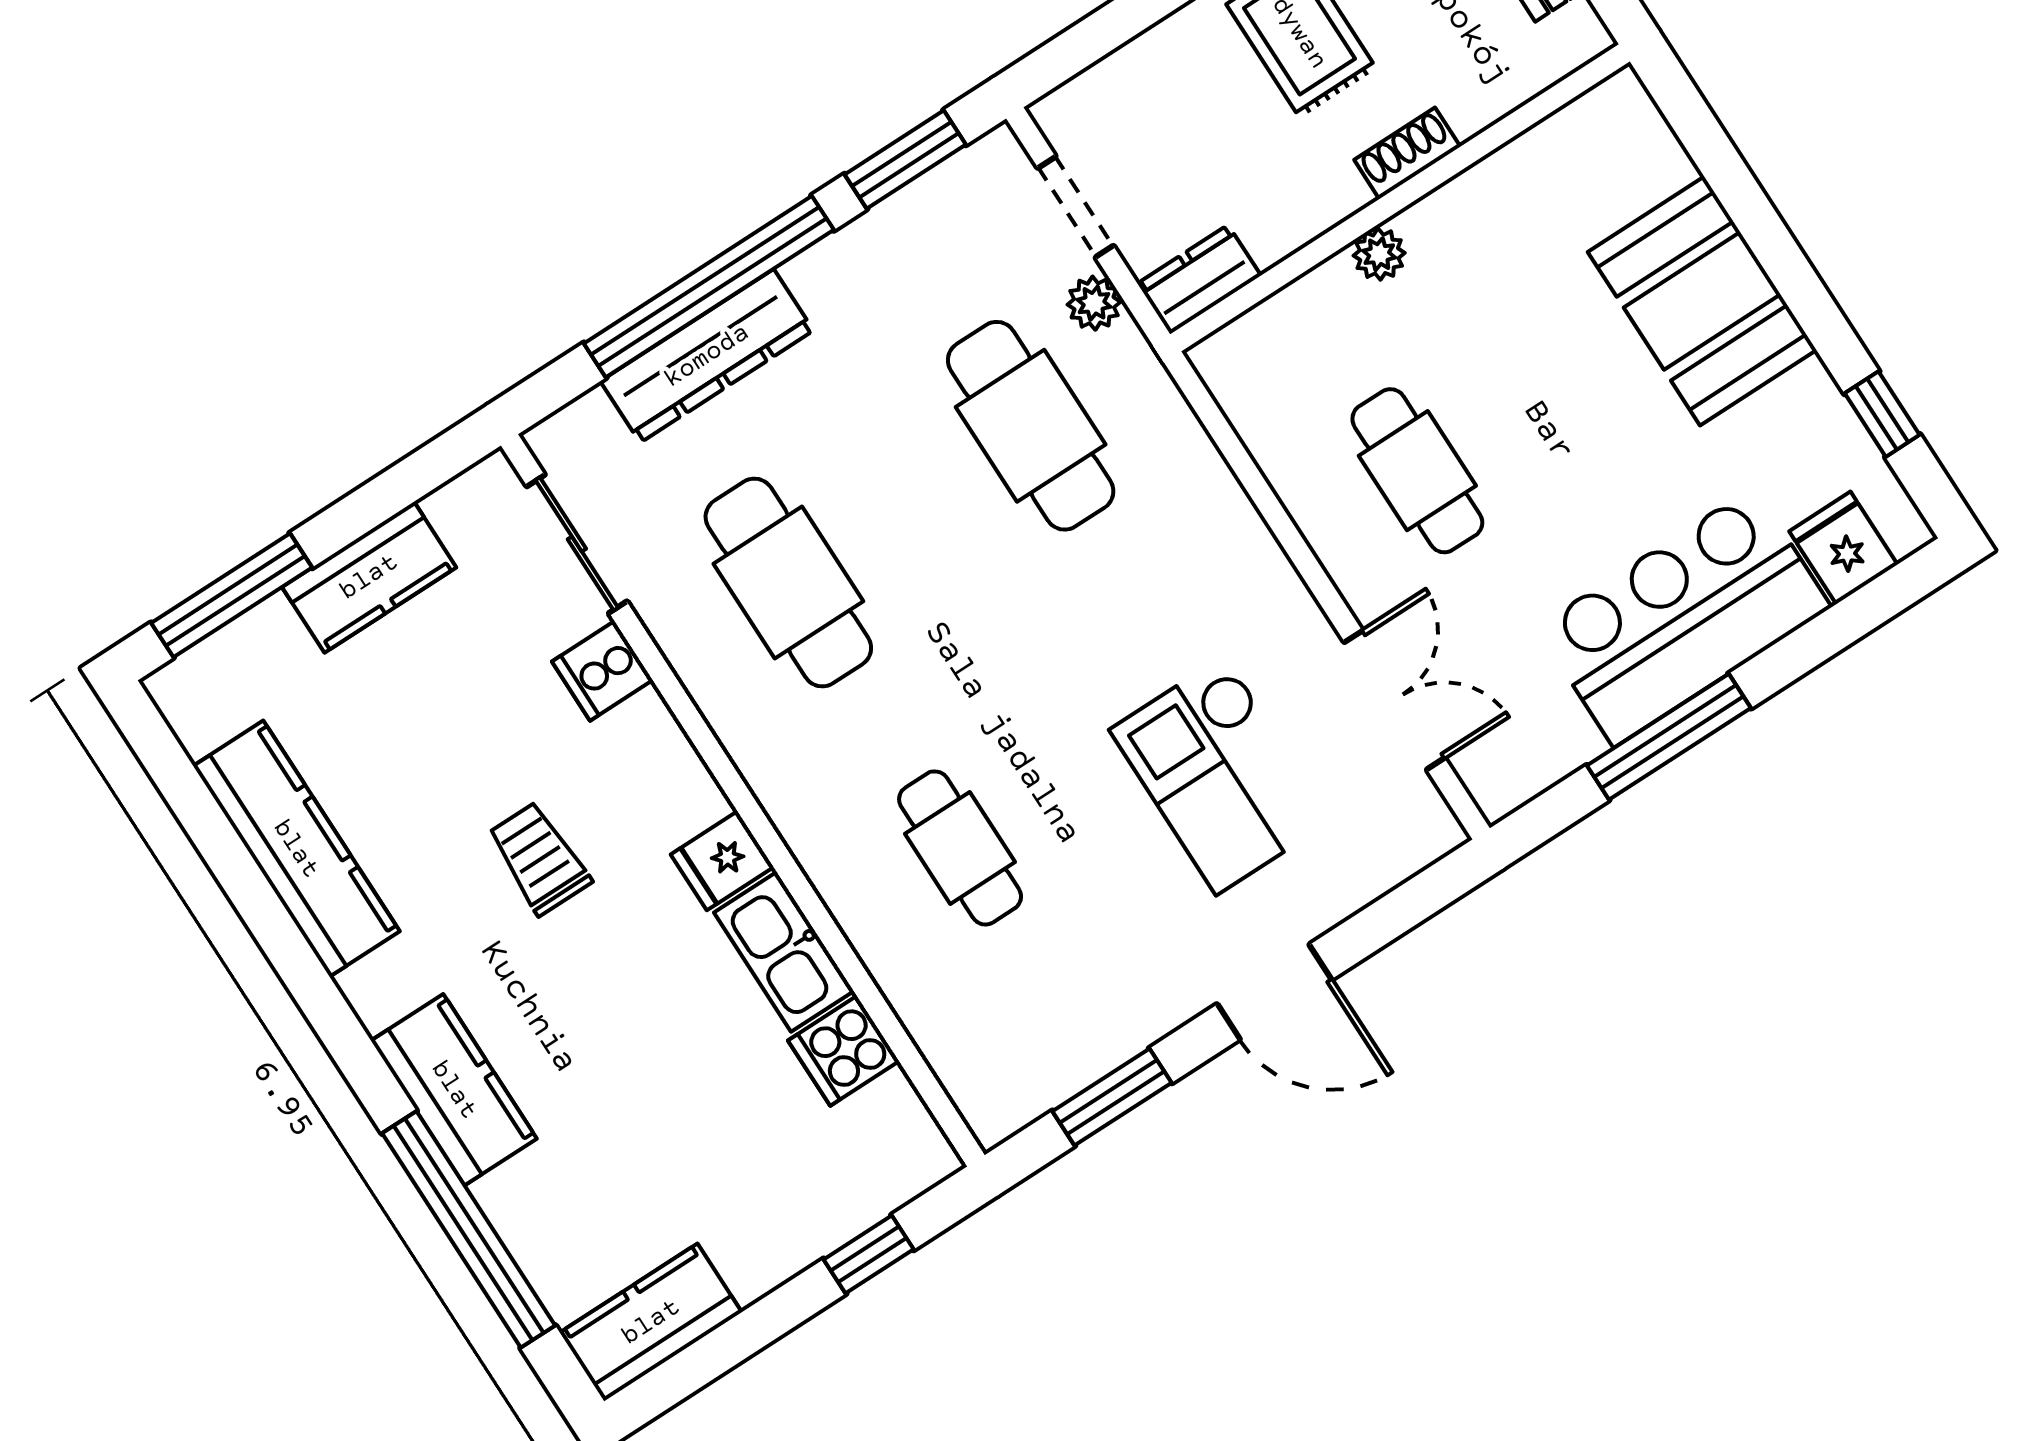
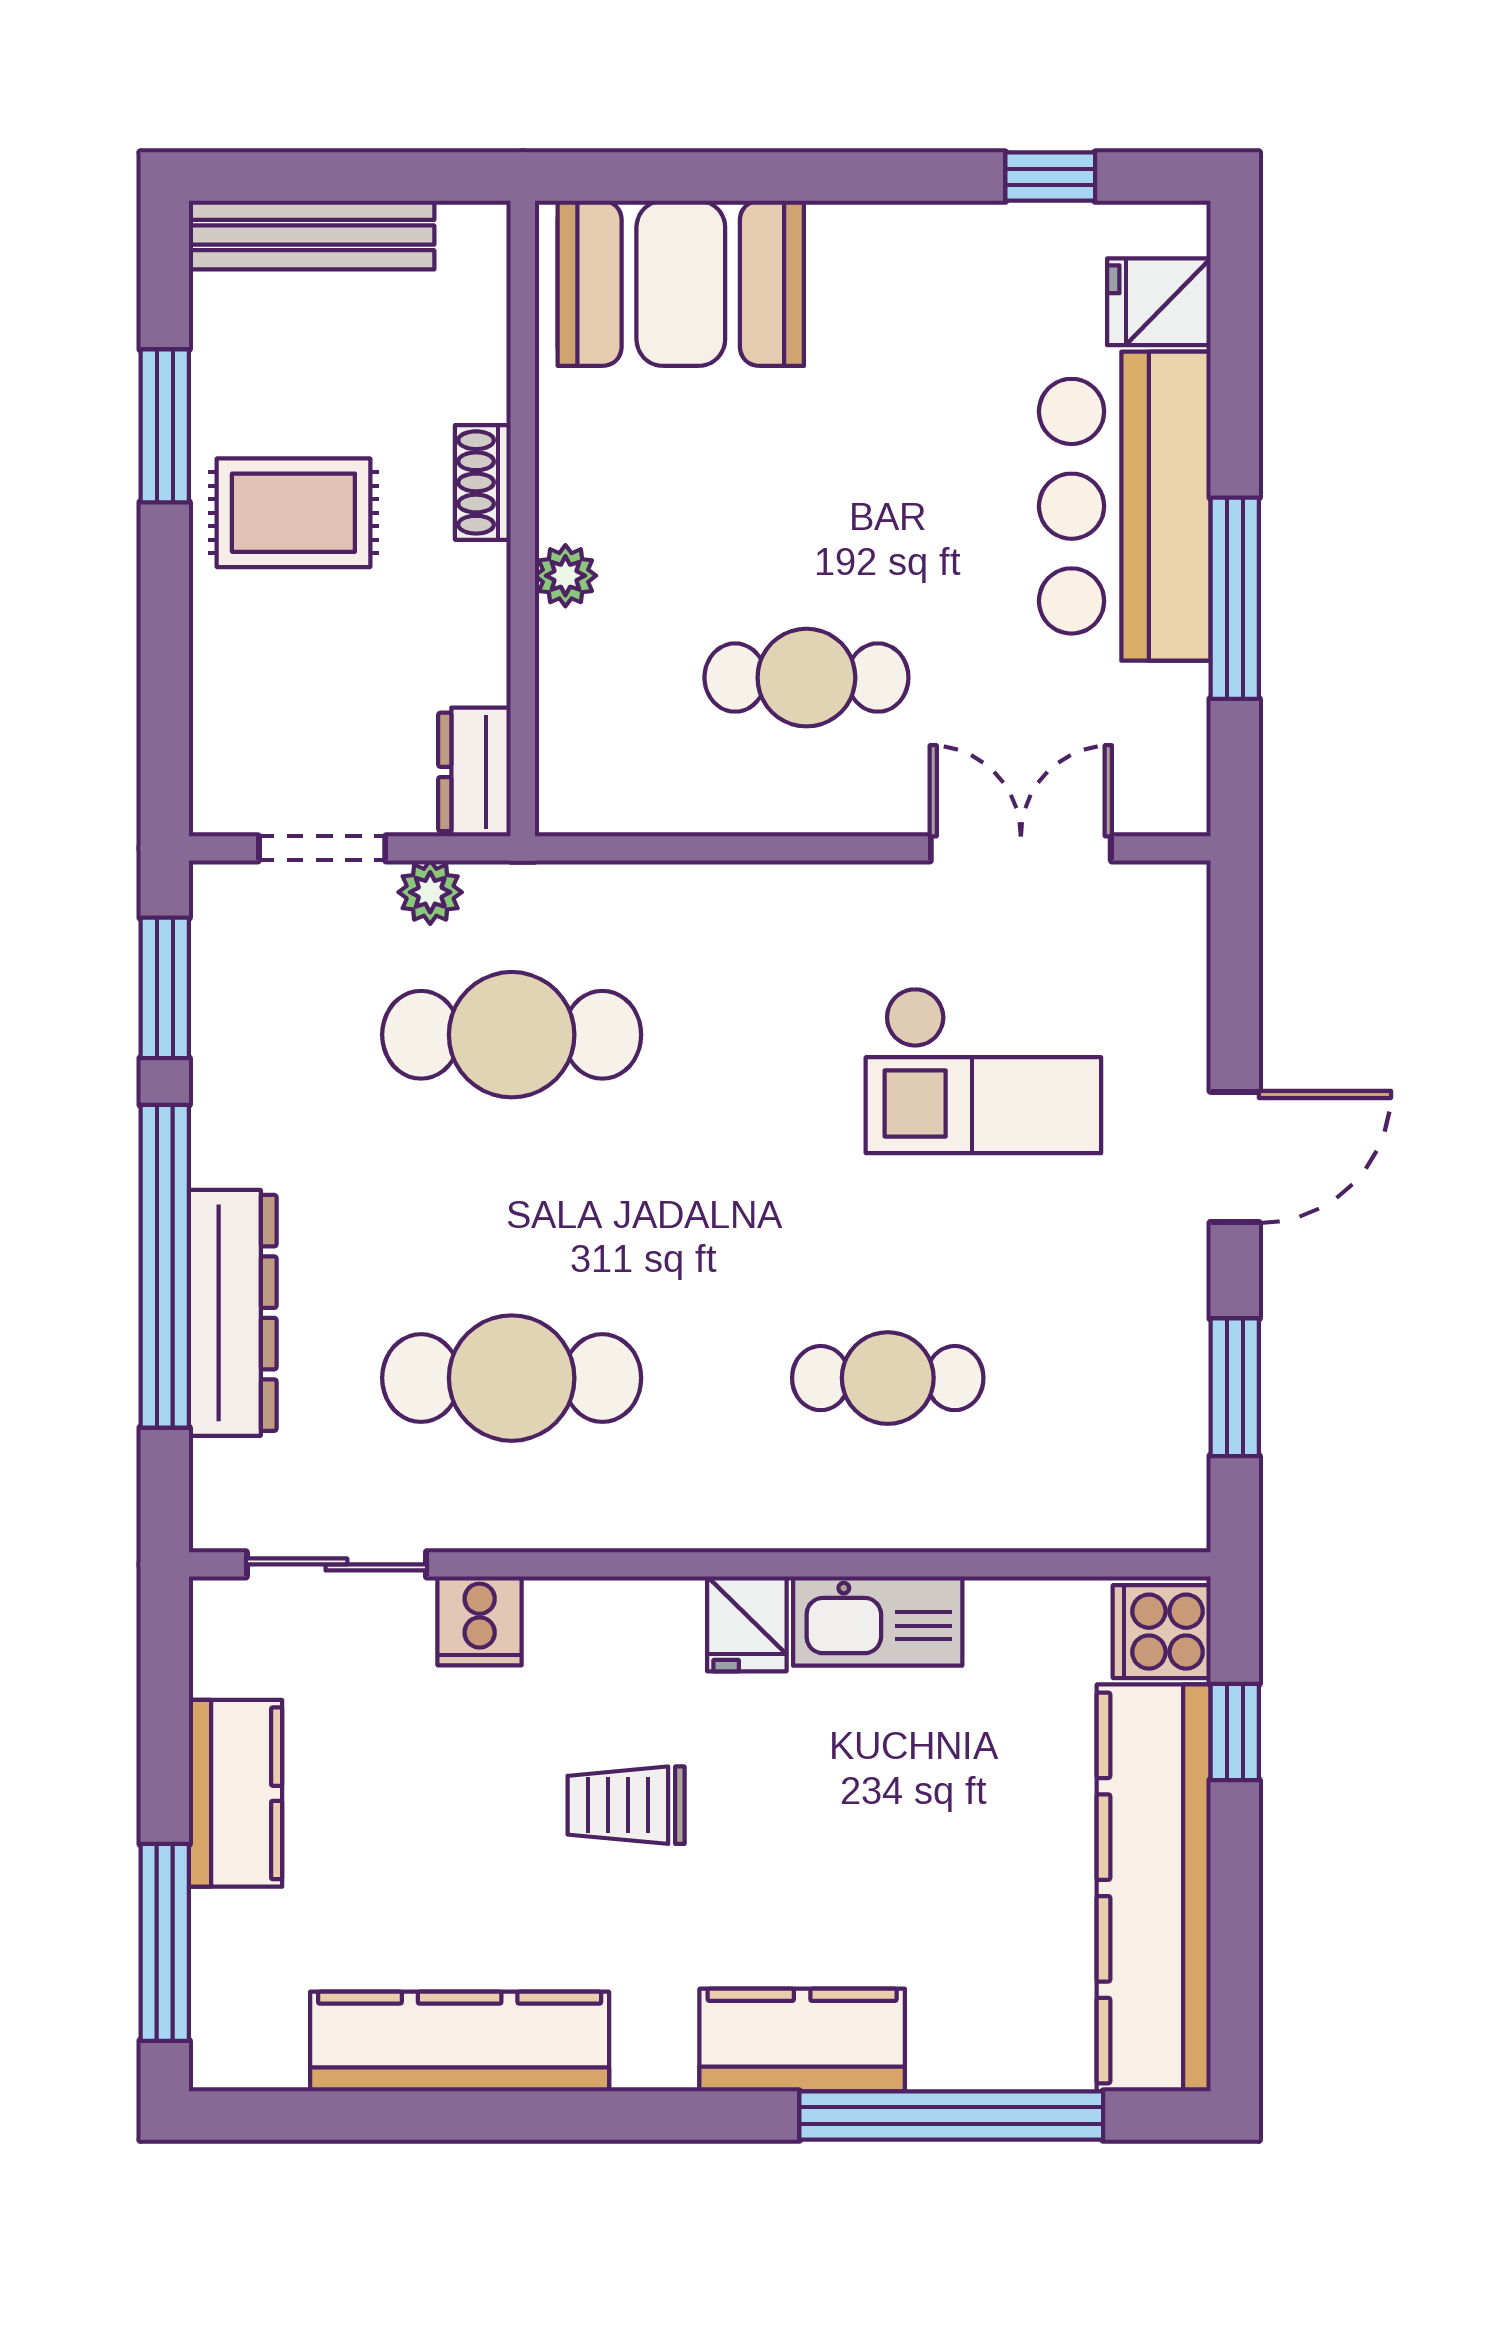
booth: (1702, 301) -> (681, 283), moved
cooker: (844, 1051) -> (1162, 1632), moved, turned 90
kitchen counter: (651, 1322) -> (1154, 1888), width x2.08, depth x1.17

